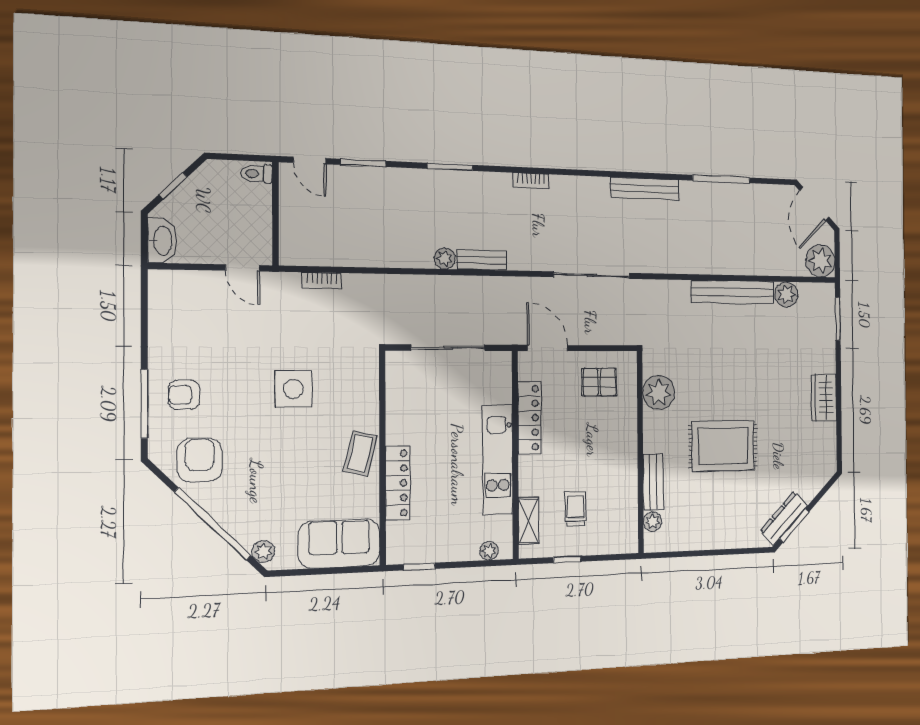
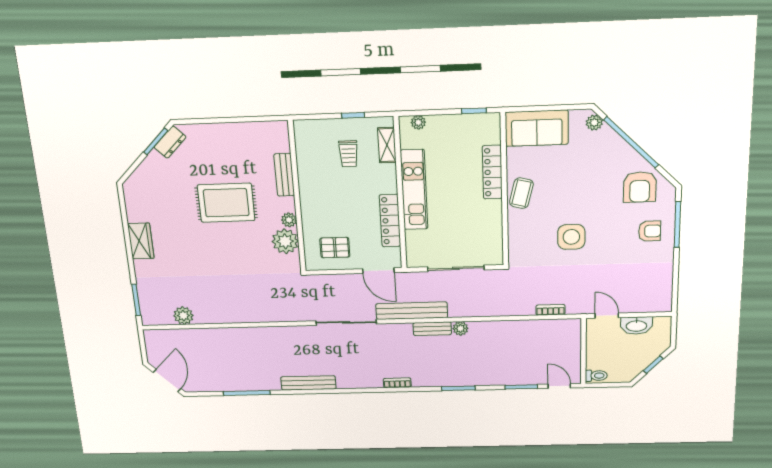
washbasin: (162, 241) -> (636, 326), moved, turned -90
plant: (820, 261) -> (157, 341), removed
bench: (733, 292) -> (412, 311), moved
dresser: (784, 518) -> (170, 142), width x0.70
plant: (653, 522) -> (289, 220), moved

